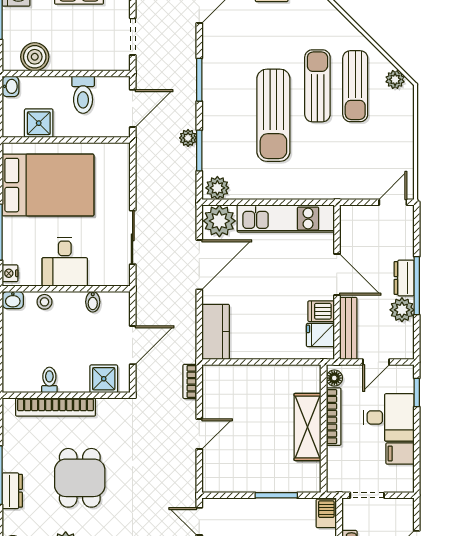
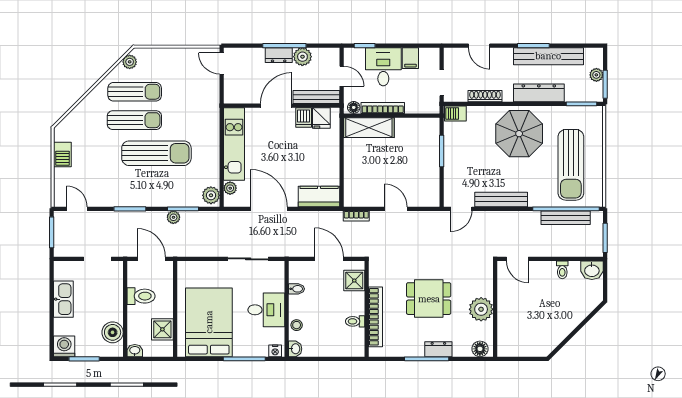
sun lounger: (317, 86) -> (134, 120), turned 180
plant: (219, 221) -> (230, 188), width x0.53, depth x0.53
shelving: (308, 427) -> (369, 128), moved

